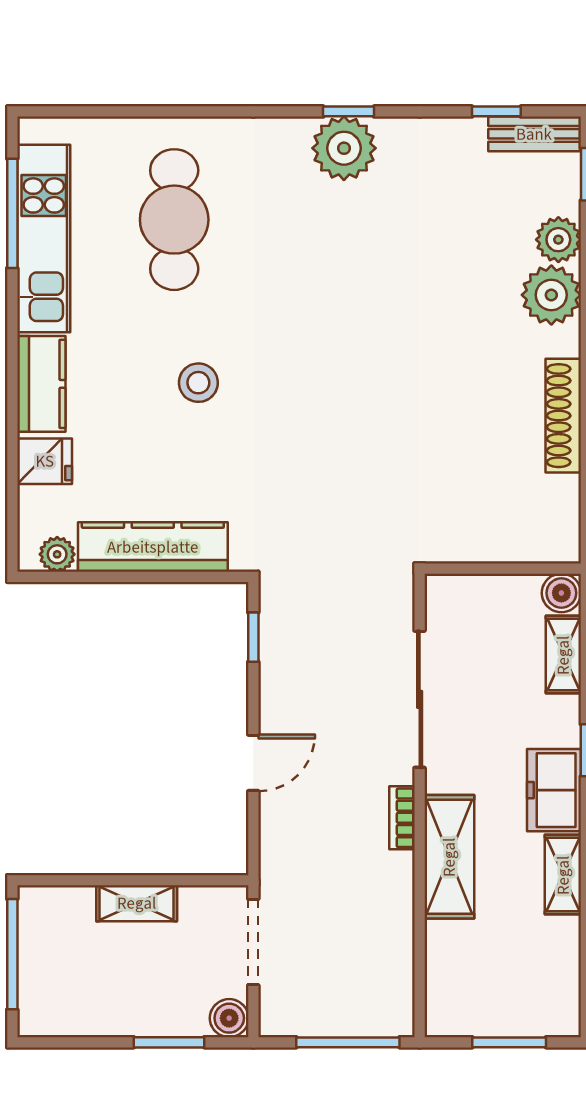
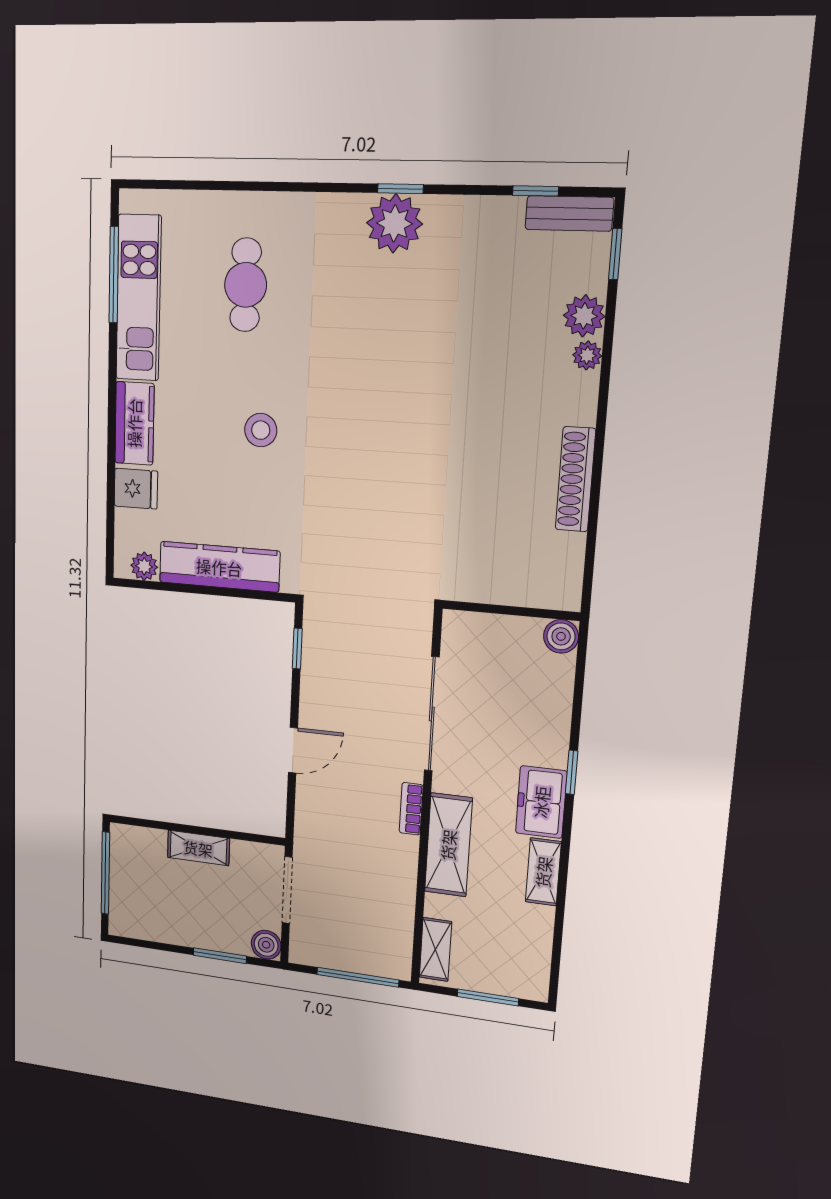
cafe table: (174, 220) -> (246, 285), width x0.73, depth x0.74
plant: (551, 295) -> (587, 355), width x0.53, depth x0.53
shelving: (563, 655) -> (435, 949), moved

